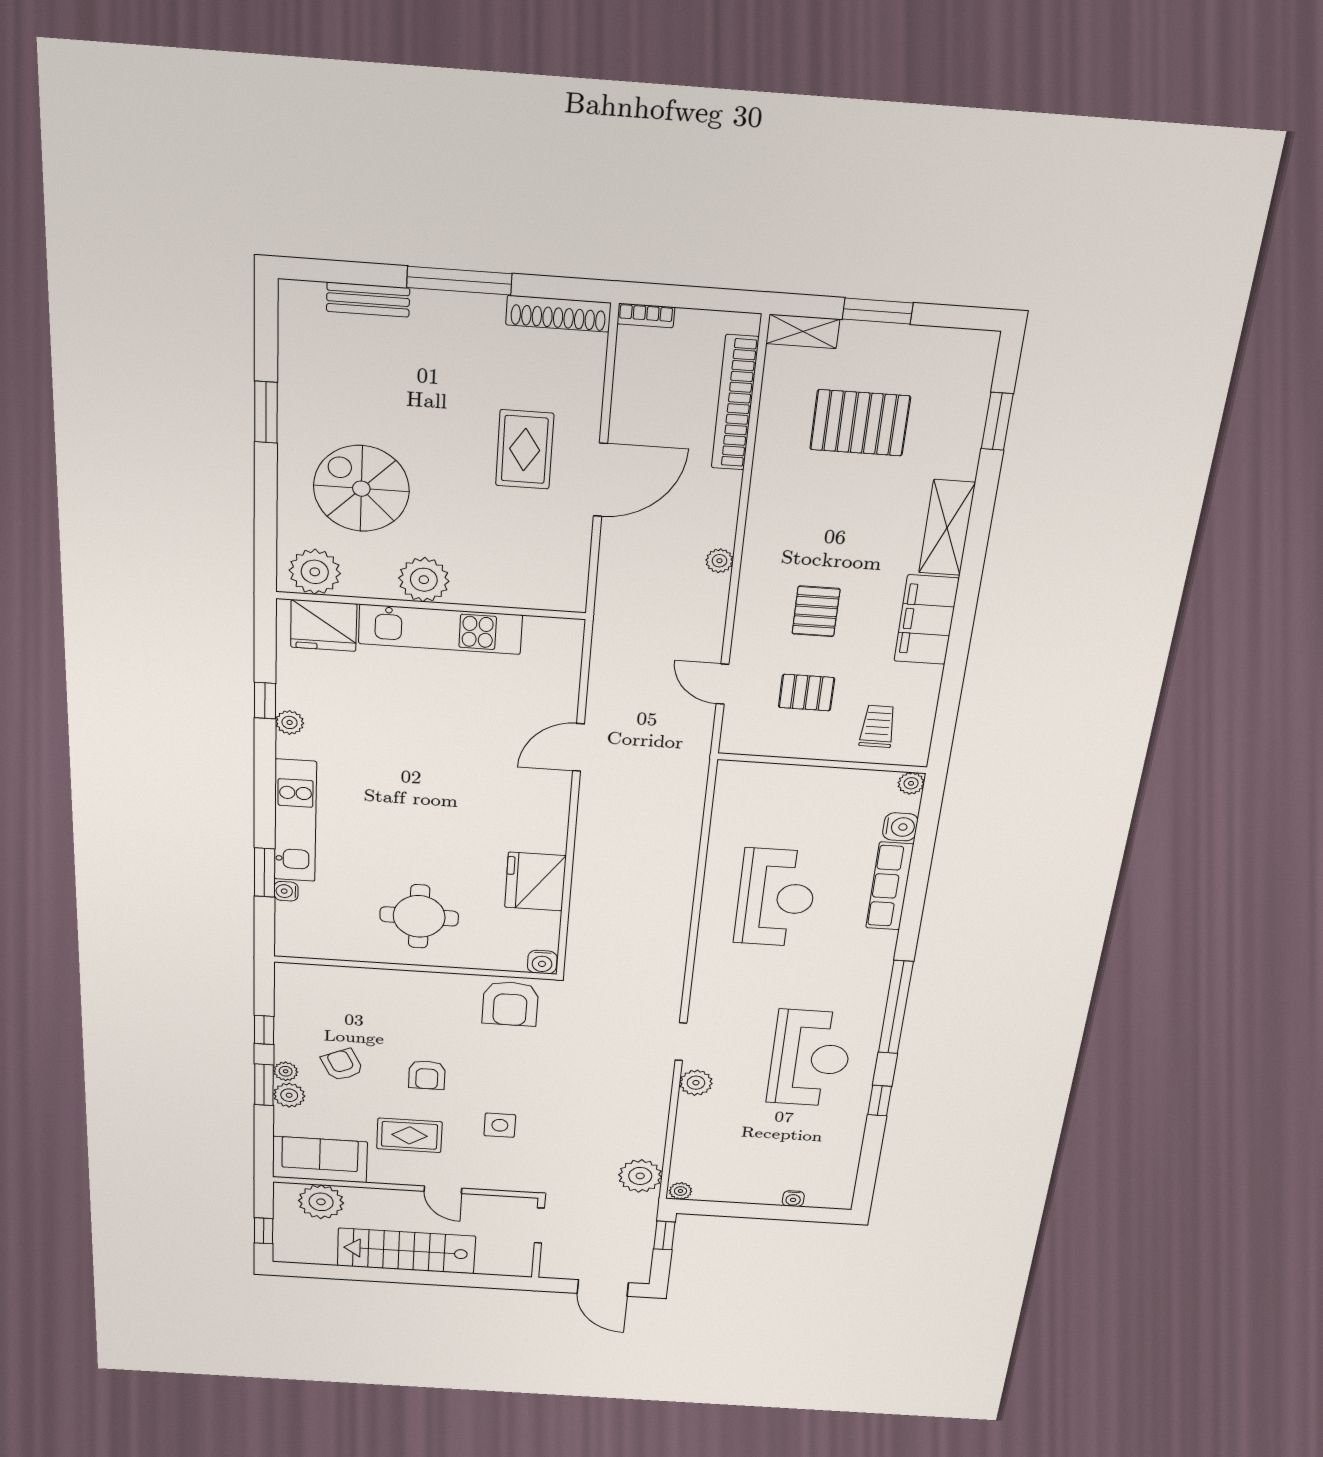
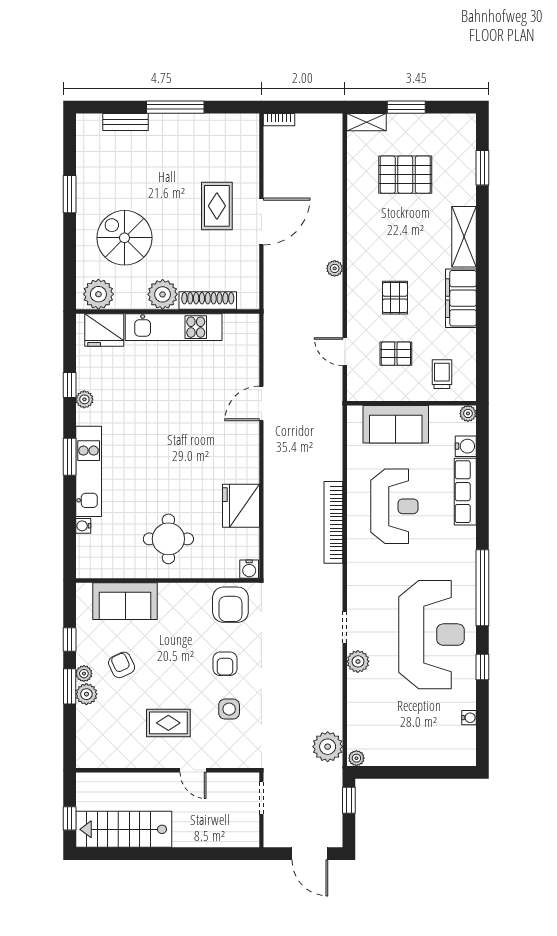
shoe rack: (558, 314) -> (208, 301), moved, turned 180
bookcase: (735, 403) -> (333, 522), moved
sofa: (793, 790) -> (396, 424), added
window: (265, 872) -> (70, 457), moved
reception desk: (810, 1058) -> (432, 635), width x1.36, depth x1.30
armchair: (427, 1075) -> (225, 664), moved
sofa: (320, 1160) -> (125, 601), moved, turned 180
water cooler: (793, 1199) -> (469, 718), moved, turned -90
plant: (321, 1202) -> (109, 788), removed
stairs: (406, 1251) -> (124, 829), moved

